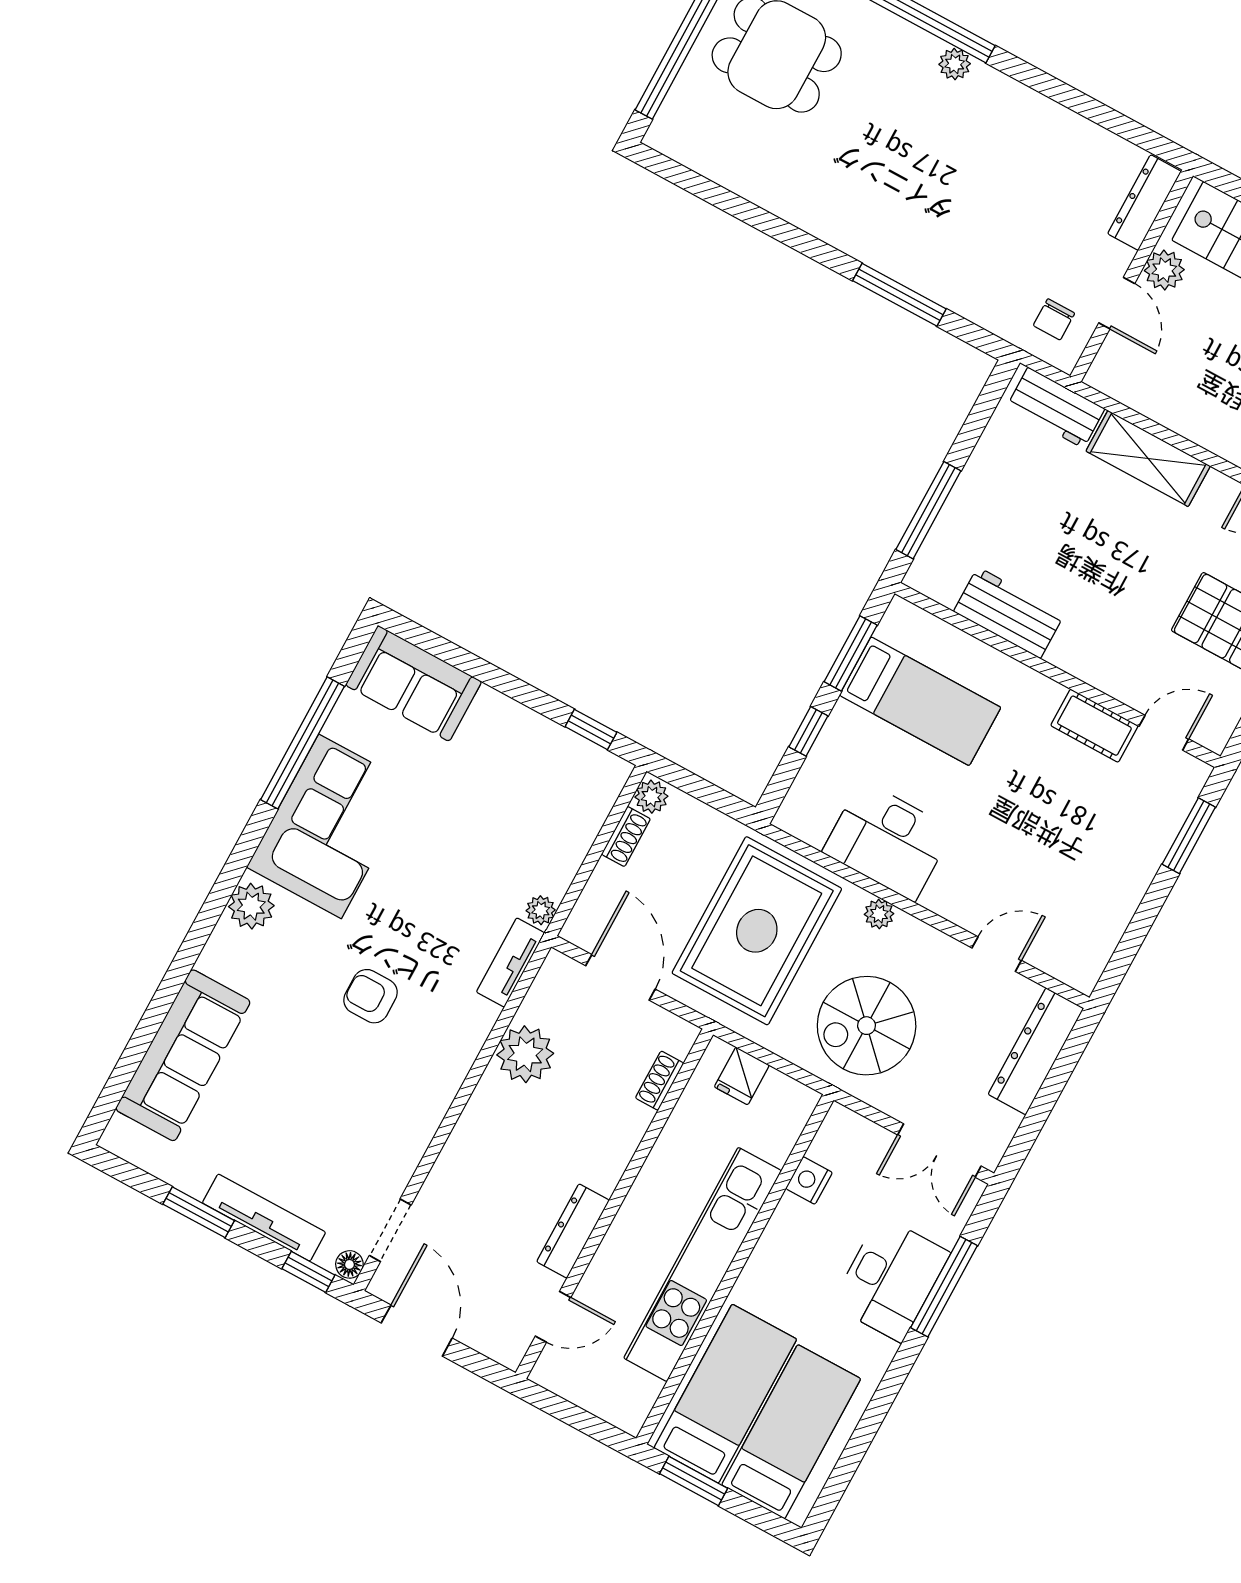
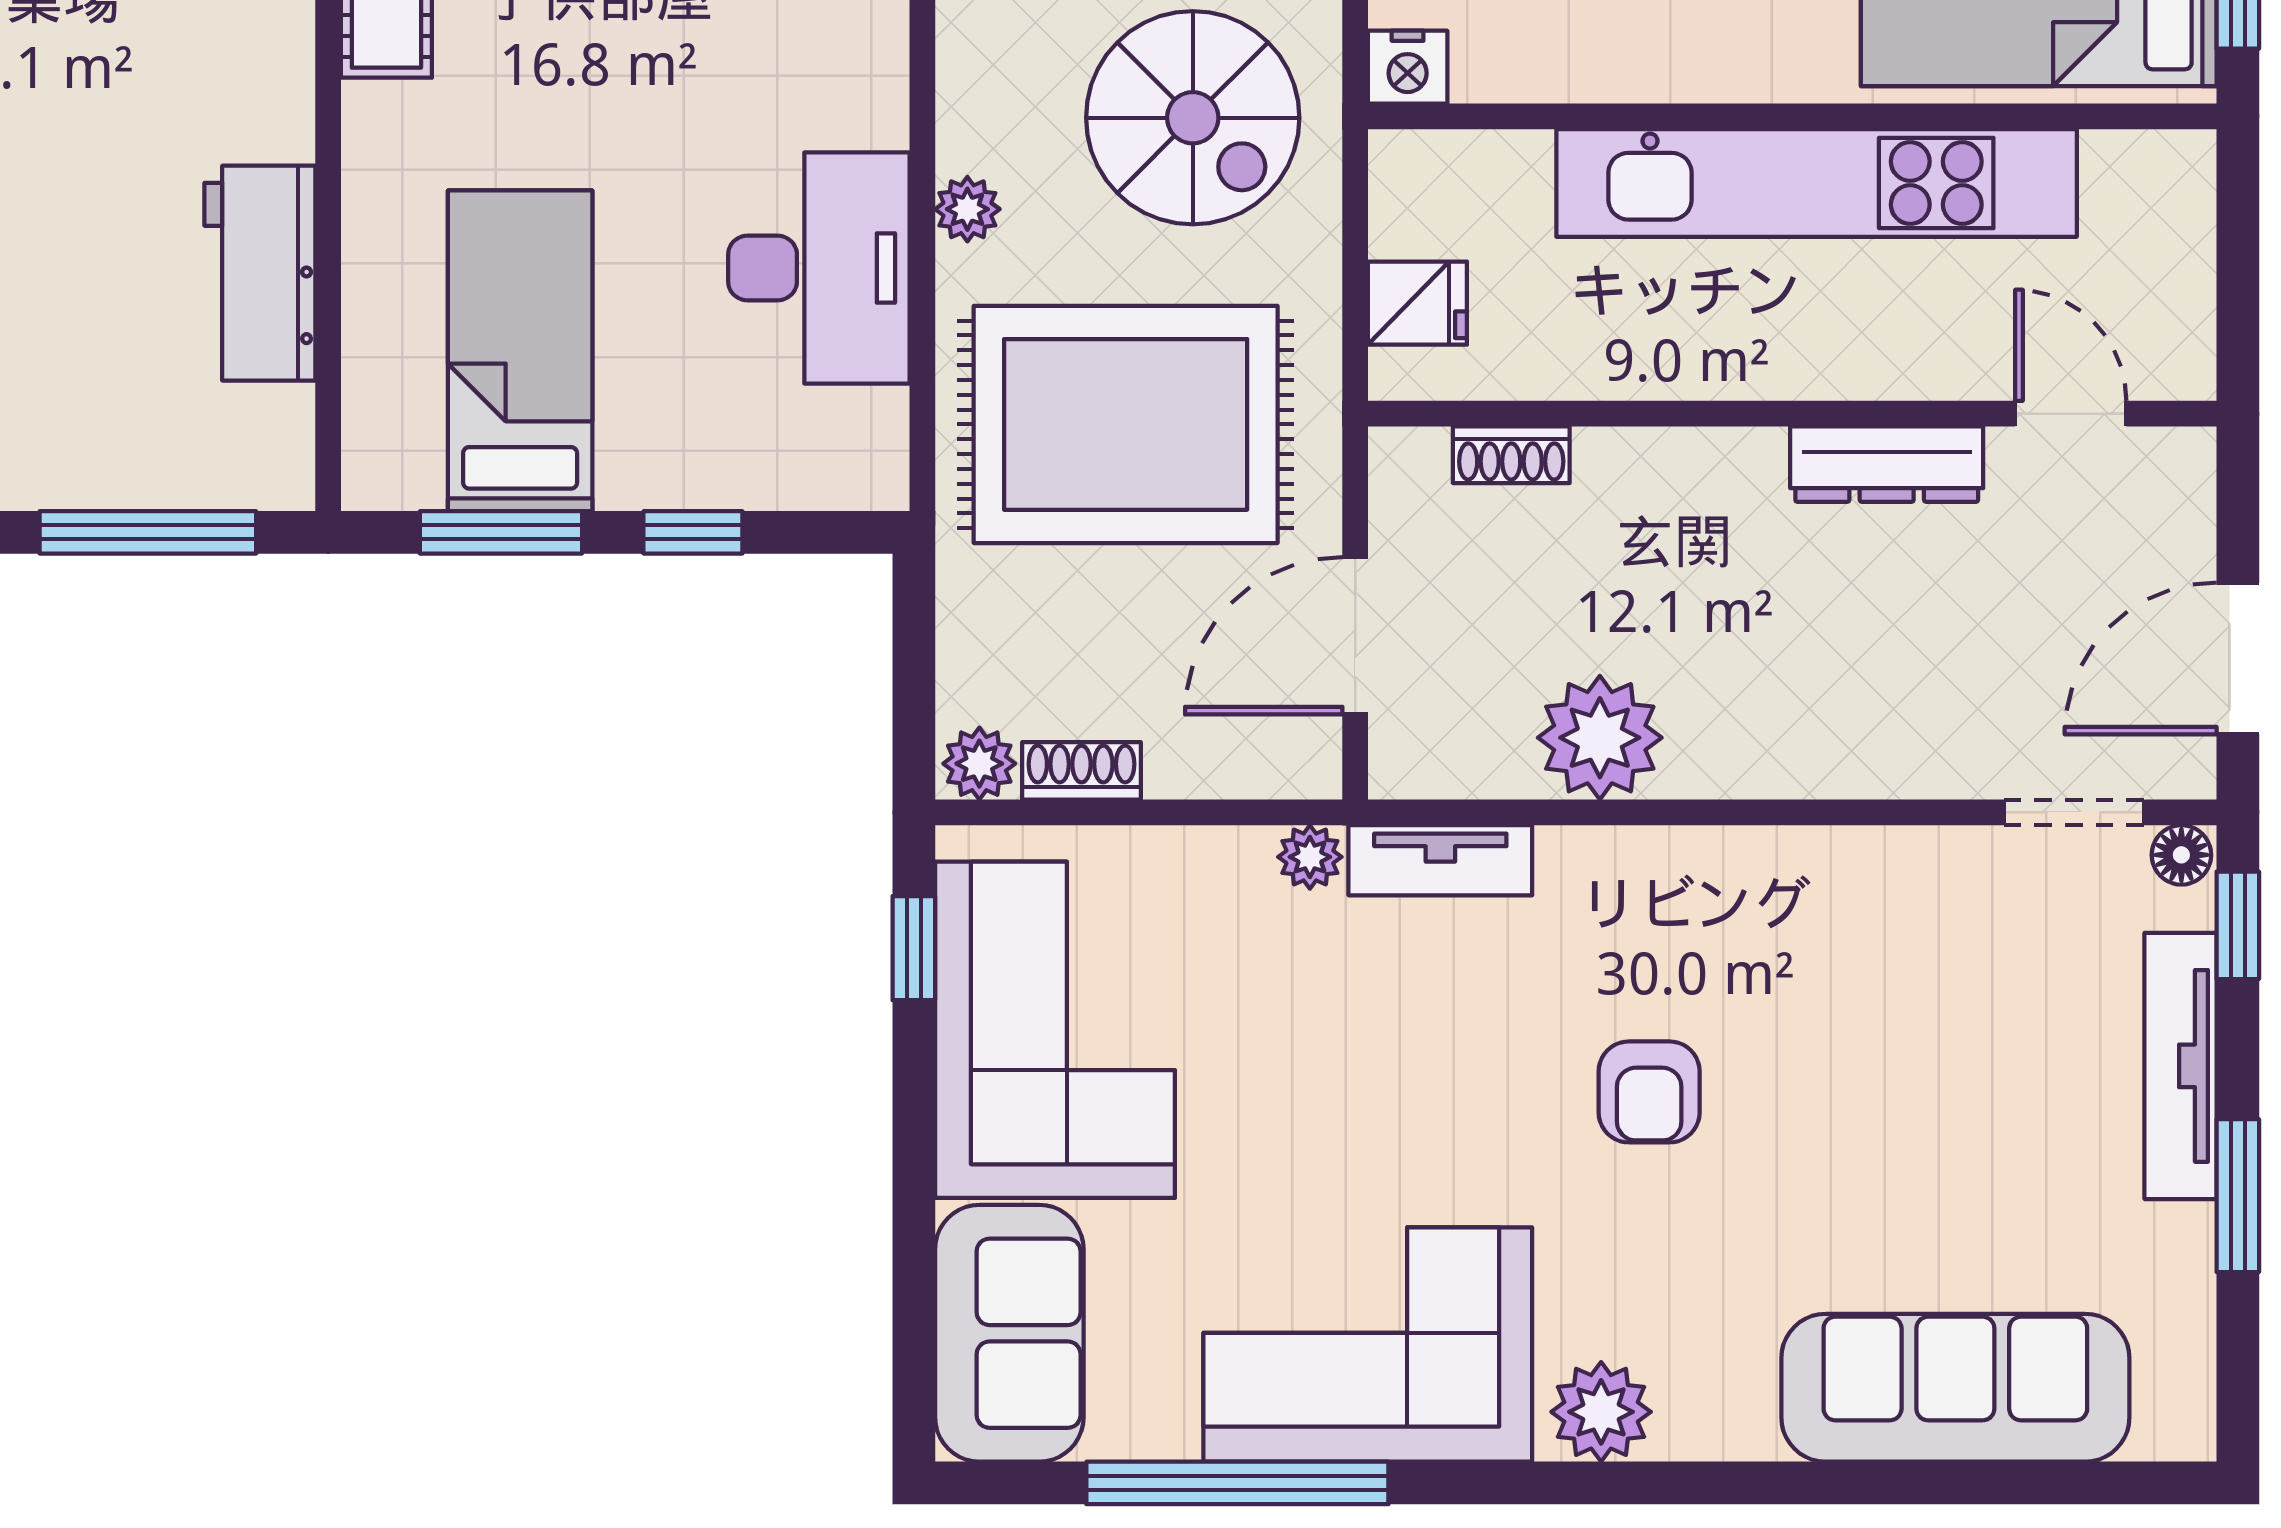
corner sofa: (527, 769) -> (1055, 1030), added
nightstand: (809, 1180) -> (1408, 67), moved

